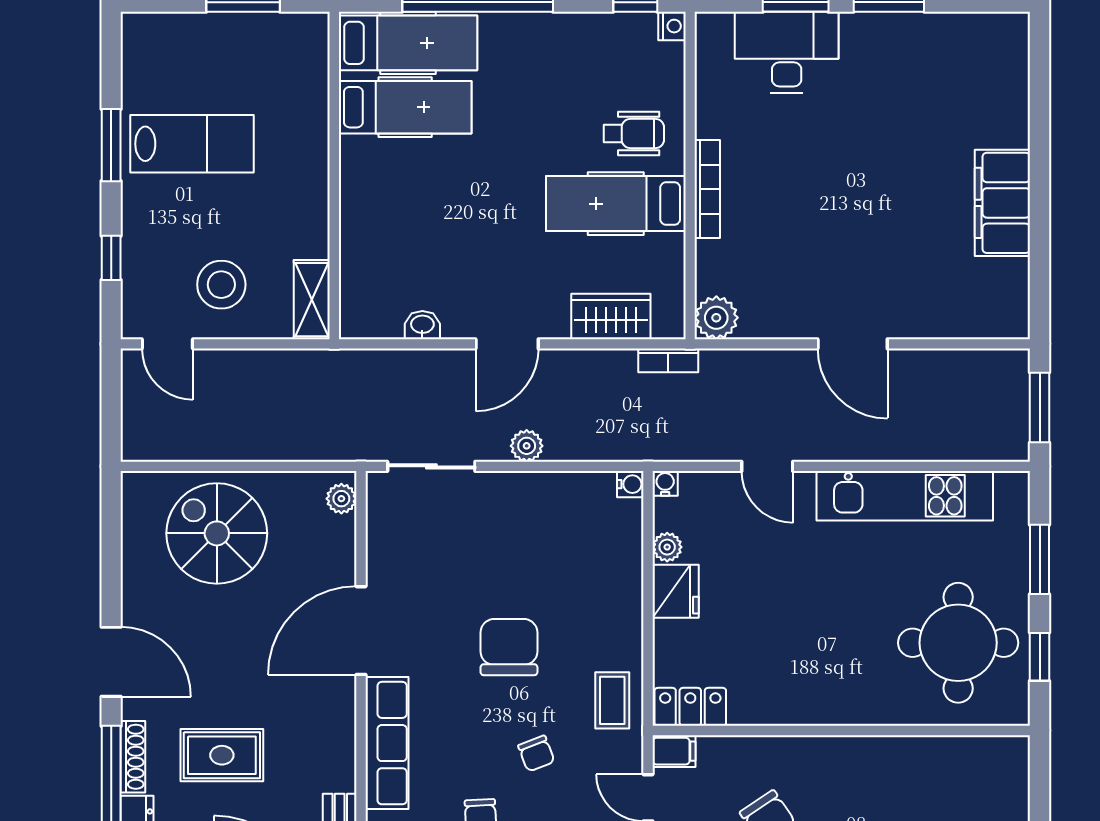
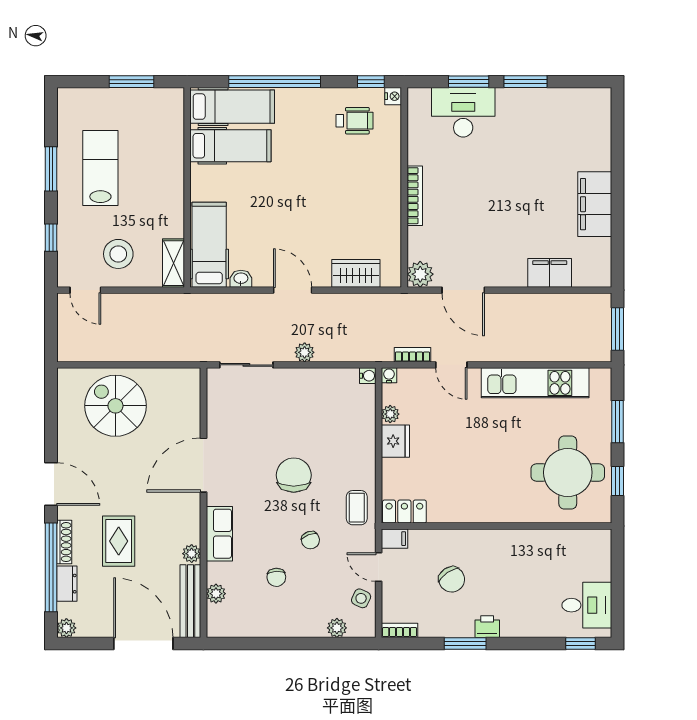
wheelchair: (634, 133) -> (354, 121), moved
lab bench: (192, 144) -> (100, 168), turned -90
hospital bed: (616, 204) -> (209, 245), moved, turned 90
filing cabinet: (928, 315) -> (550, 273), added
door: (507, 344) -> (293, 290), swing flipped
door: (853, 344) -> (463, 290), moved
bookcase: (668, 360) -> (413, 355), moved, turned 180
plant: (341, 499) -> (192, 554), moved
row of seats: (387, 743) -> (219, 534), width x0.68
rug: (222, 755) -> (119, 541), turned 90

